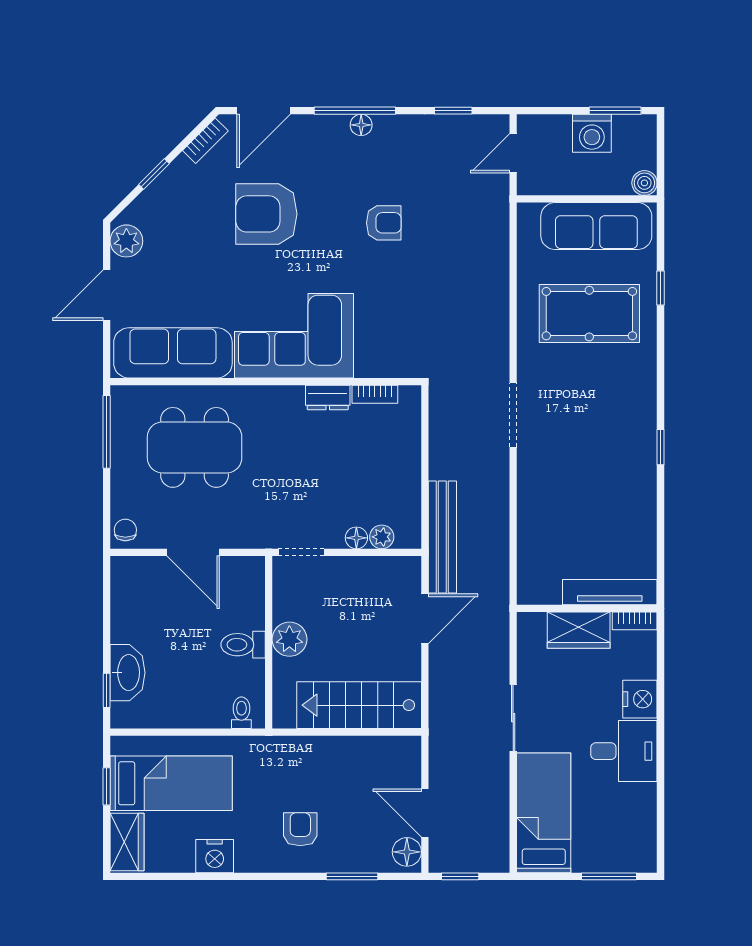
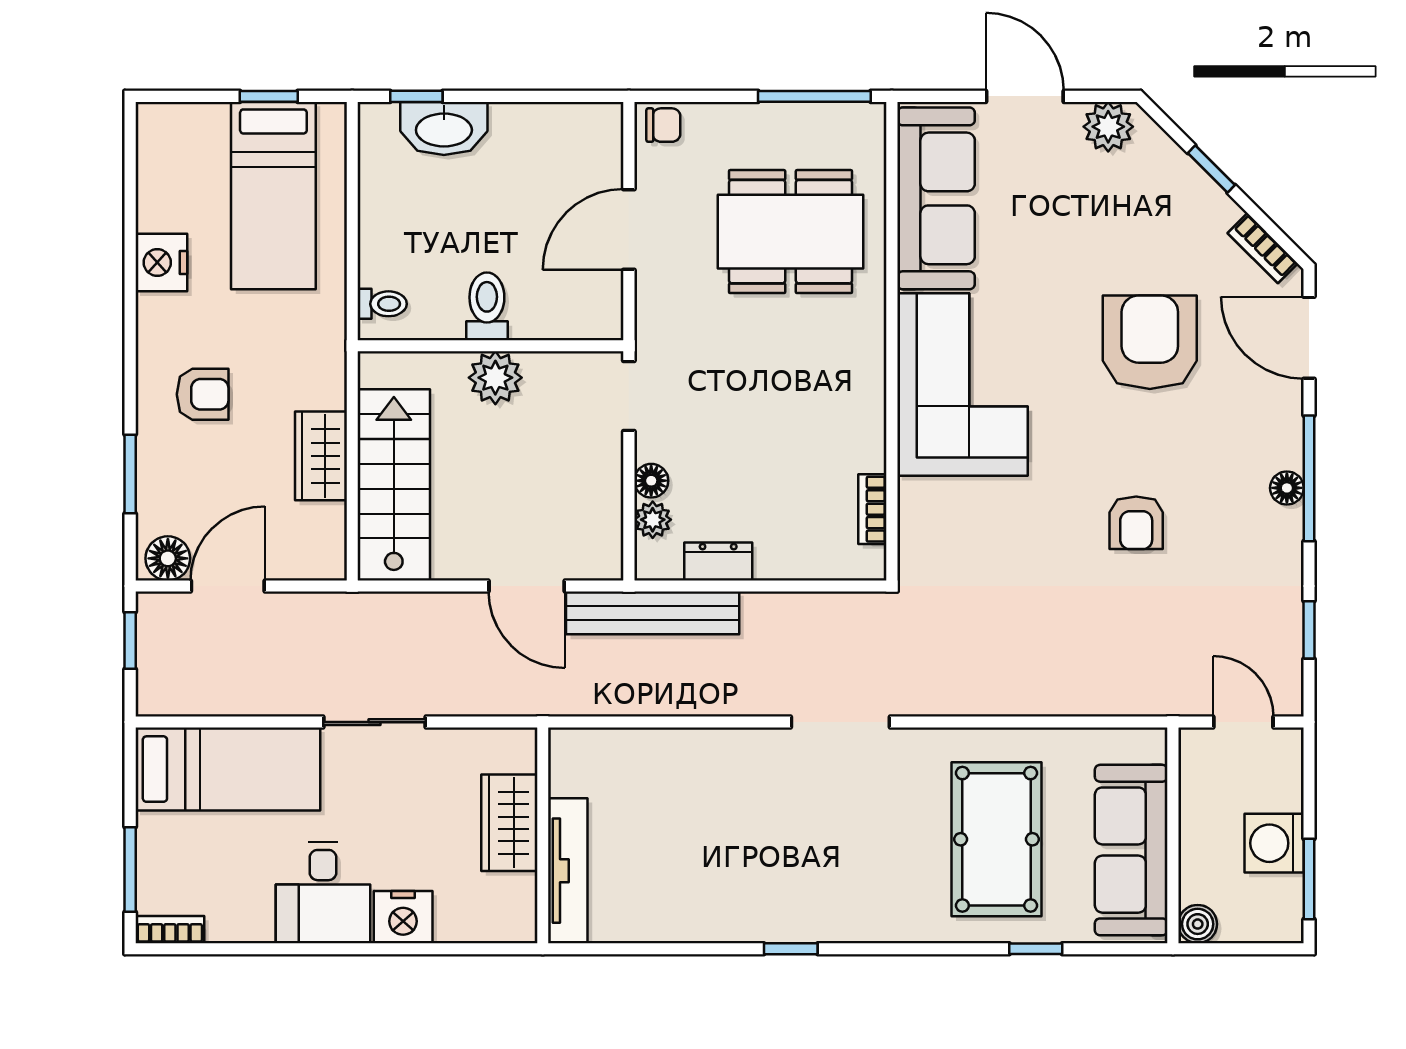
dresser: (328, 398) -> (718, 562), moved, turned 90
dining table: (195, 447) -> (791, 232), turned 90
bookcase: (635, 621) -> (170, 930), moved, turned 90
wardrobe: (127, 842) -> (321, 456), moved, turned 90

